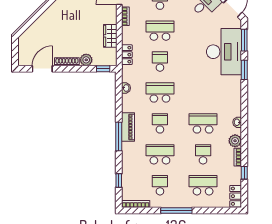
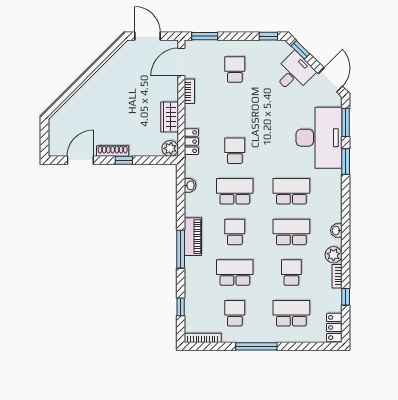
school desk: (160, 31) -> (291, 191), moved
plant: (86, 60) -> (170, 148), moved
window: (103, 69) -> (124, 160), moved

